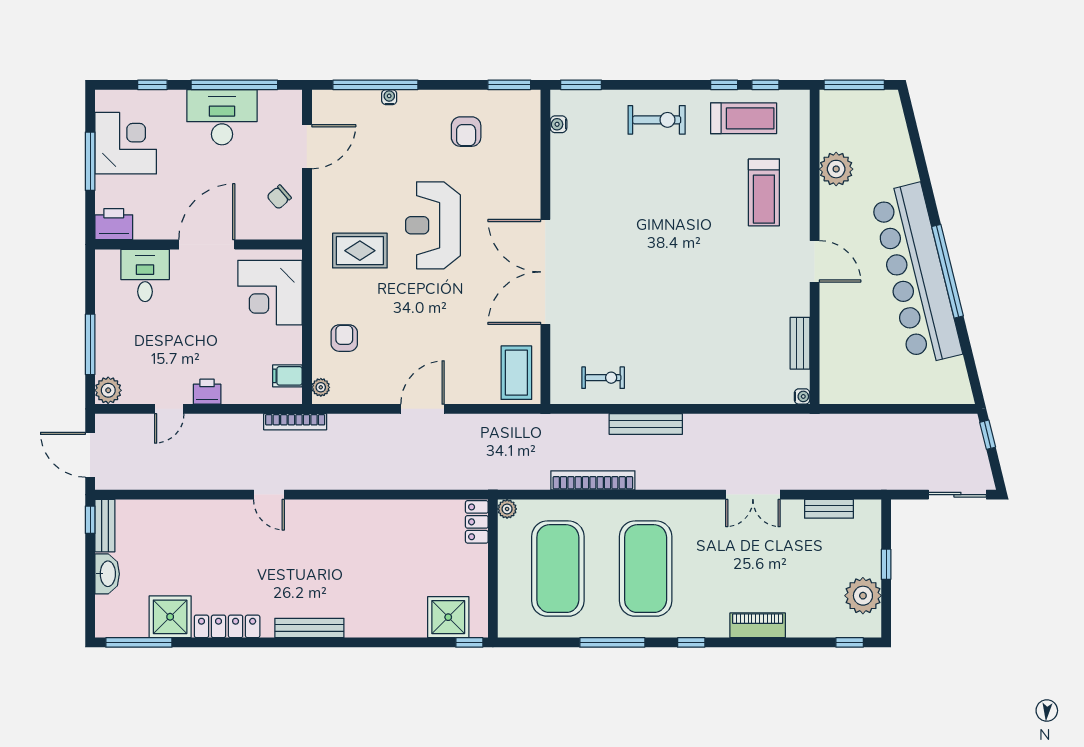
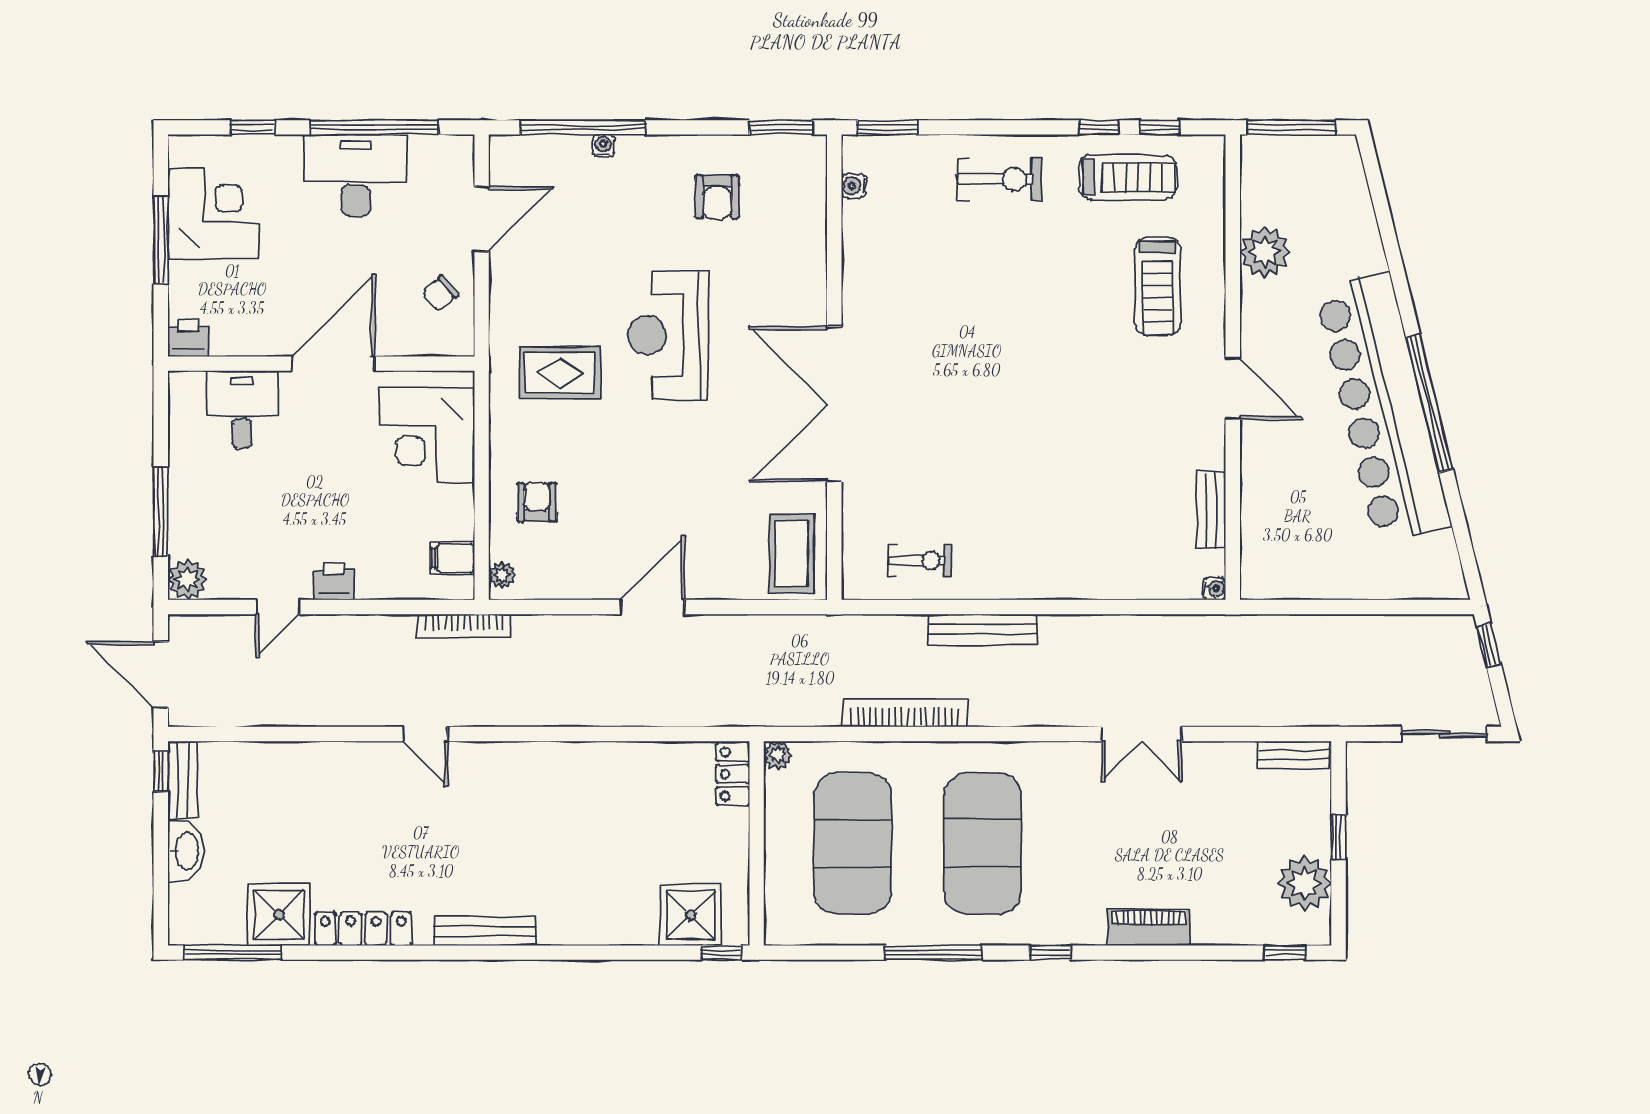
printer: (114, 224) -> (188, 338), width x0.73, depth x0.81
bench: (829, 509) -> (1294, 755), moved

